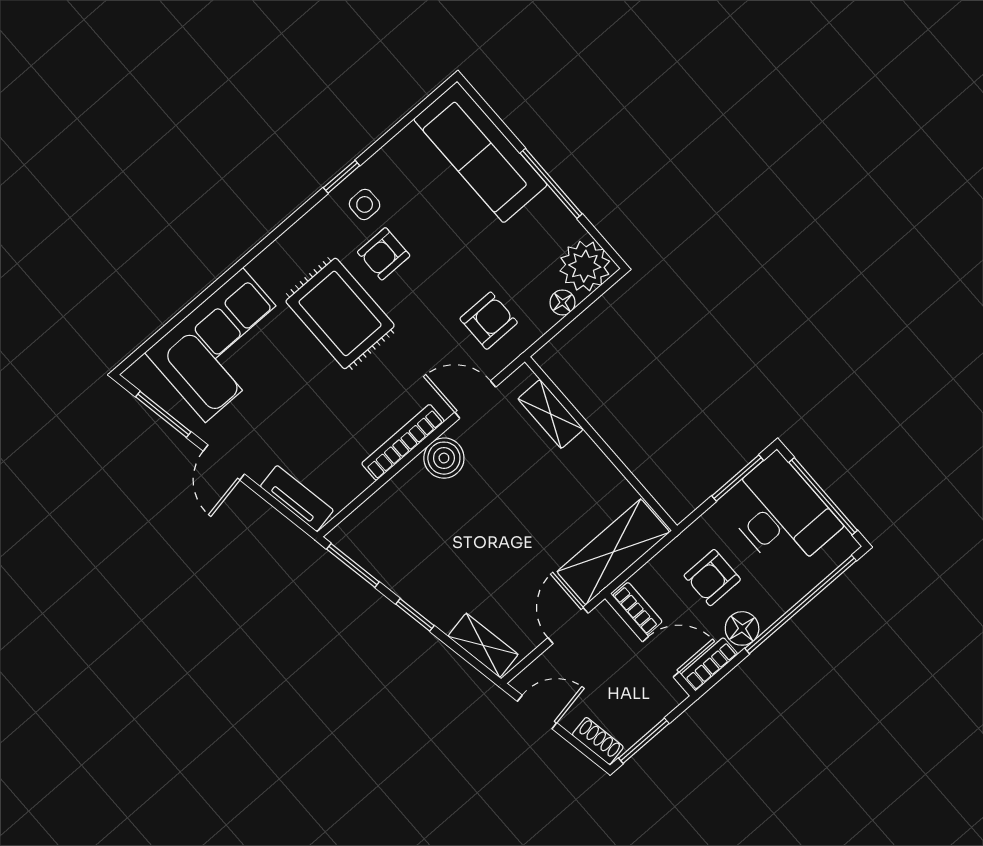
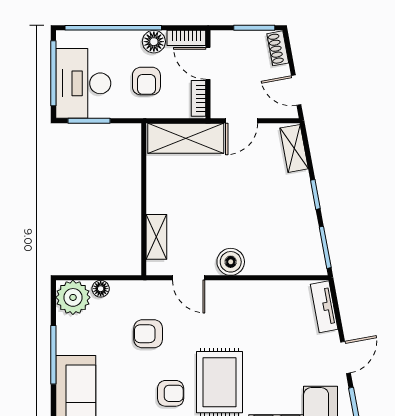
armchair: (489, 321) -> (148, 334), moved
bookcase: (403, 442) -> (245, 288), removed
armchair: (712, 578) -> (146, 81), turned 90

